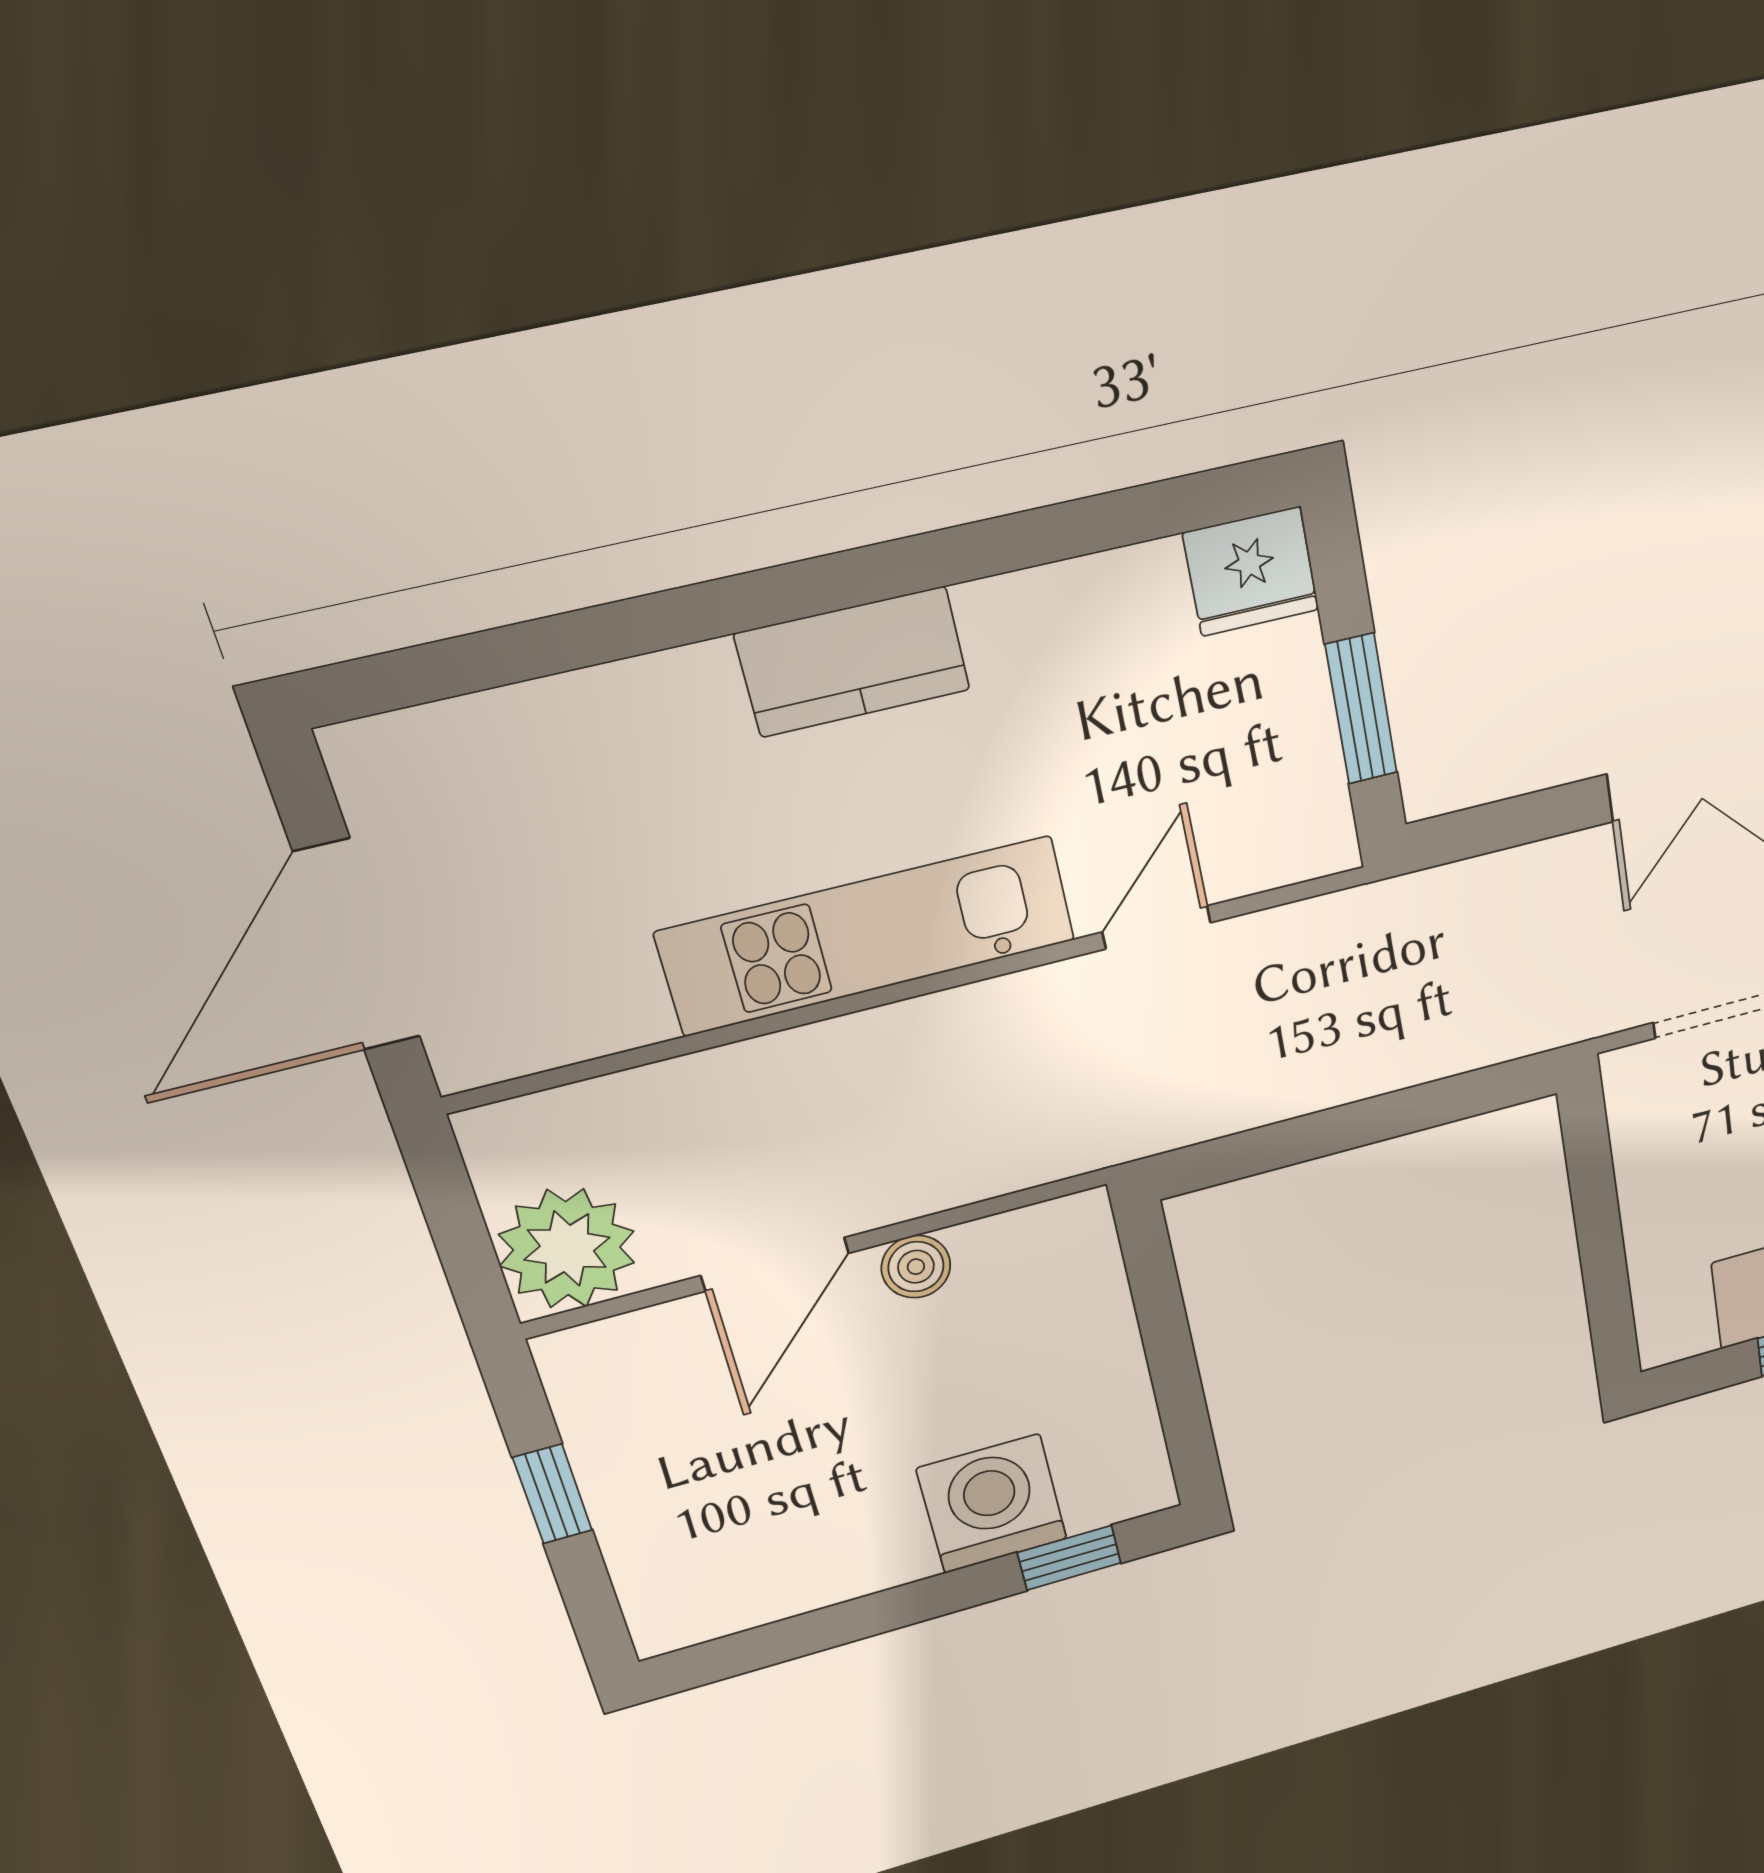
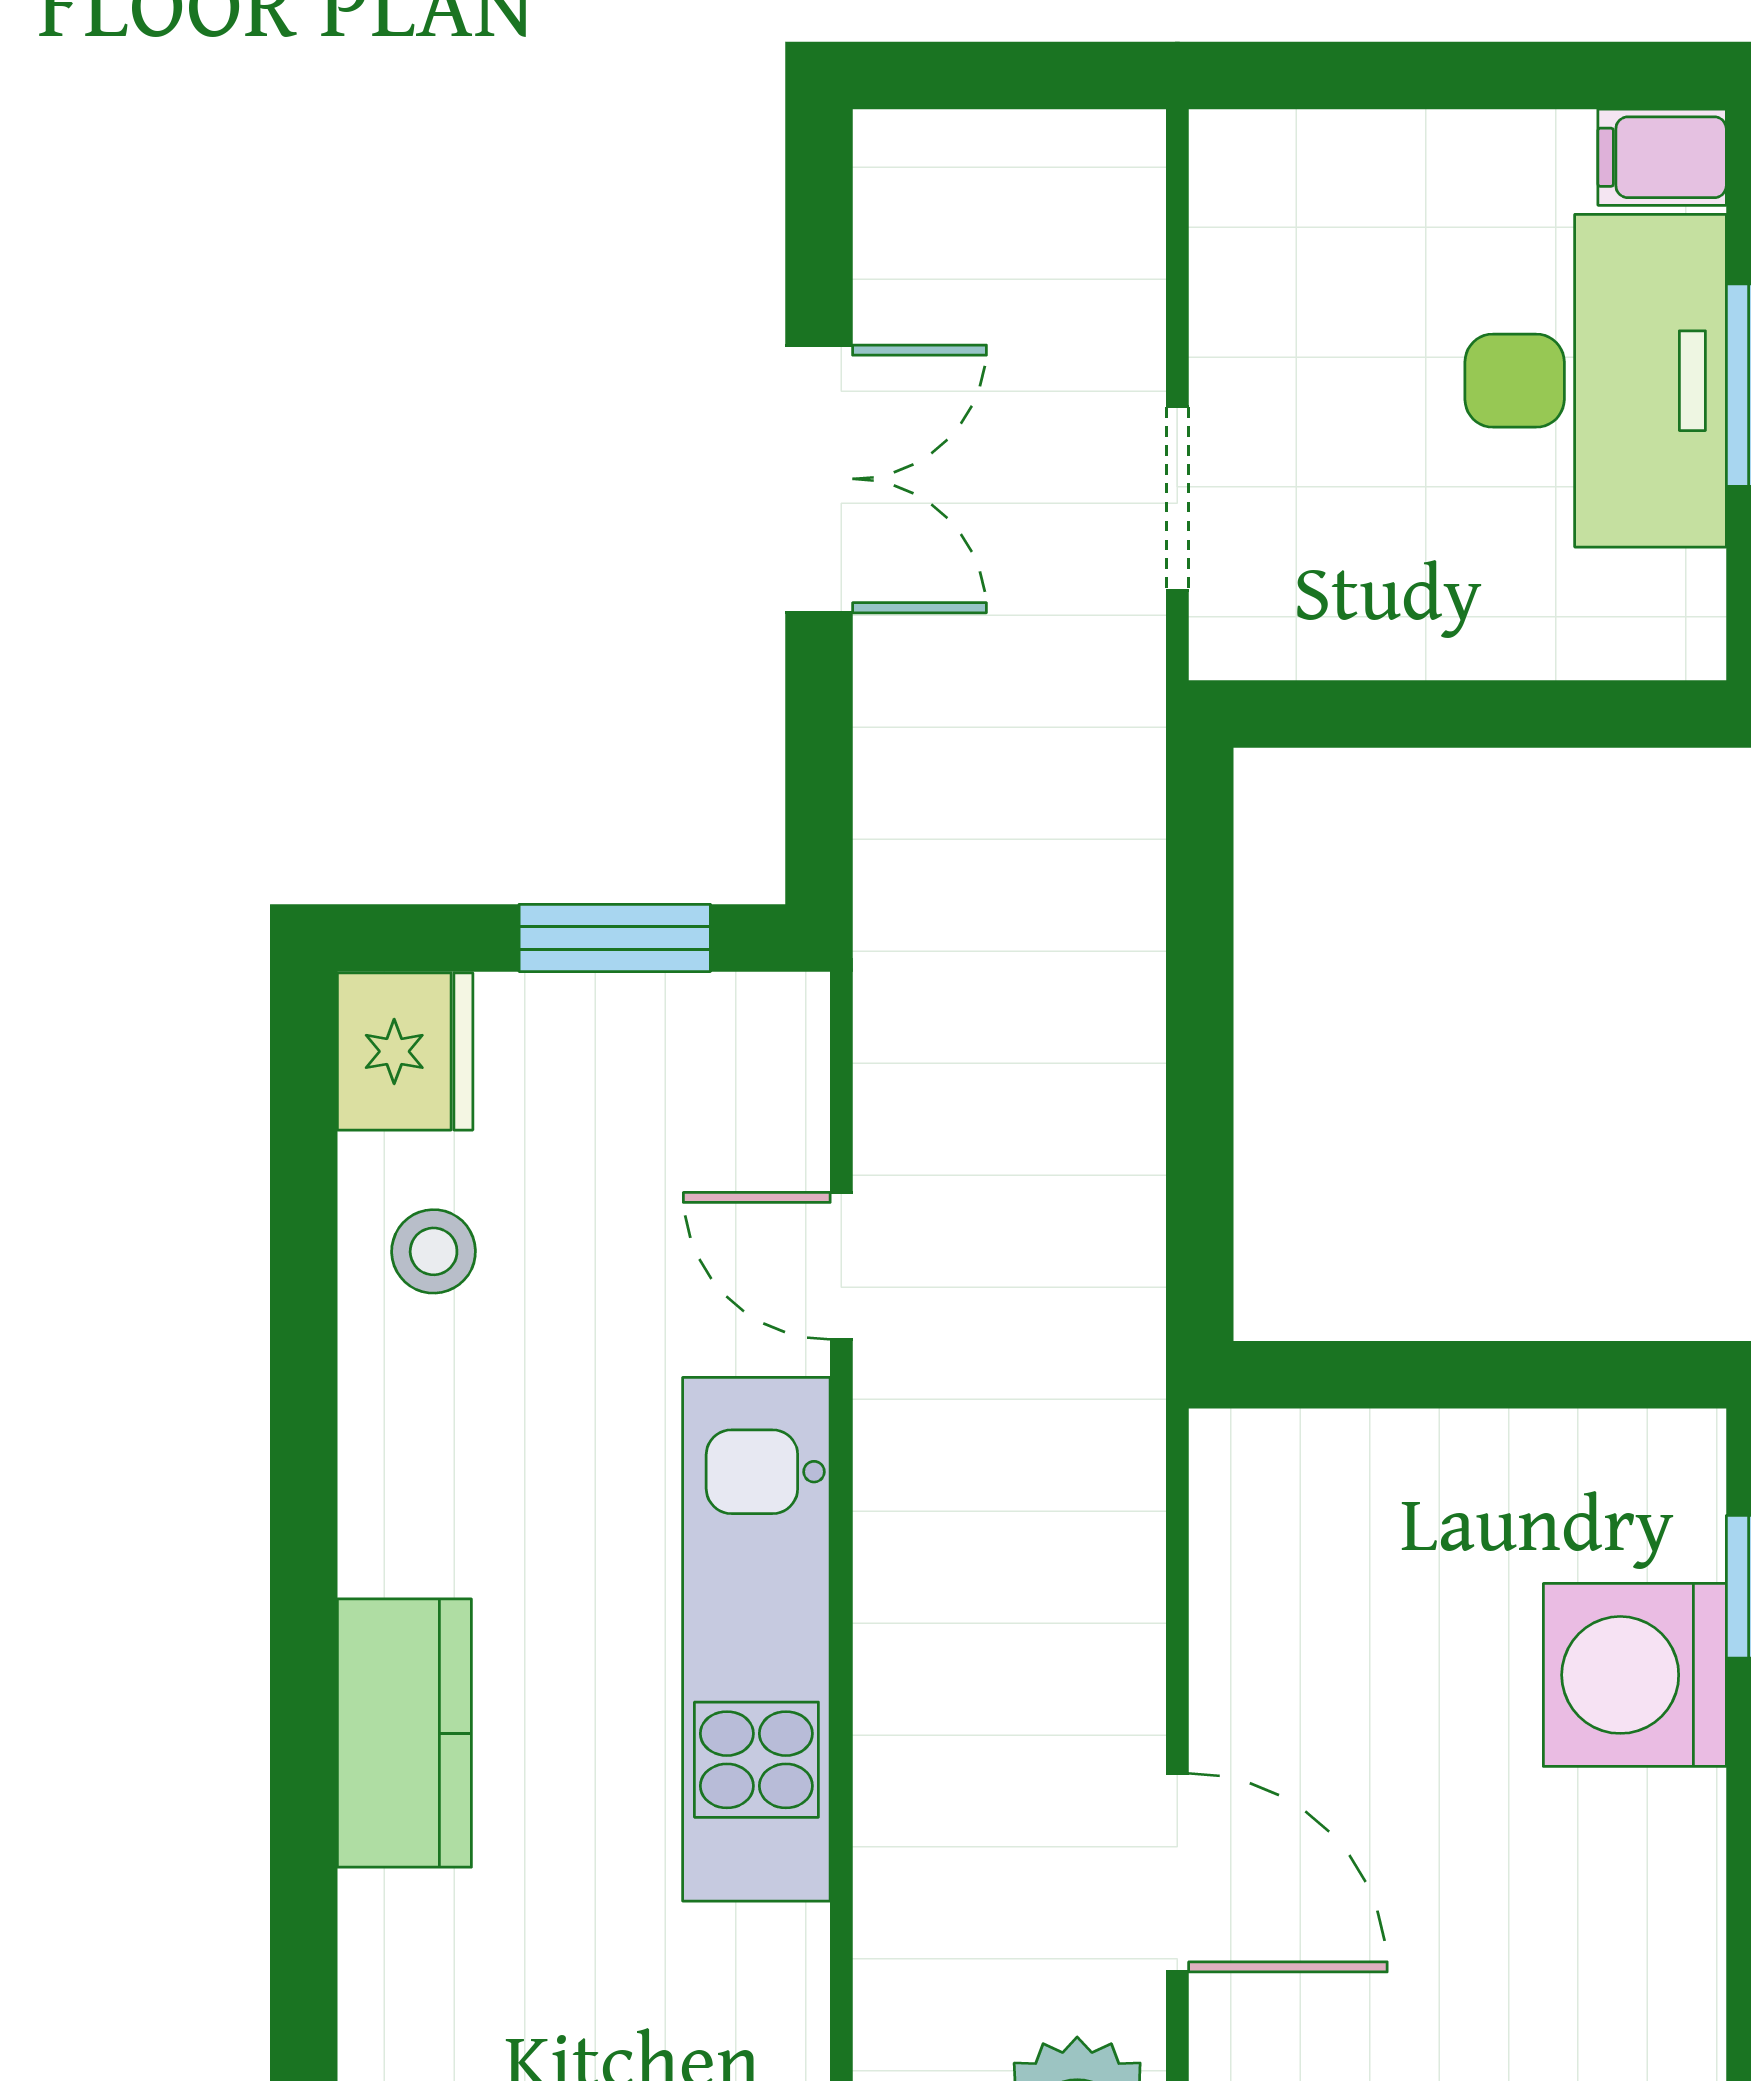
stool: (1105, 628) -> (434, 1251), added
kitchen counter: (853, 662) -> (404, 1733), moved
boiler: (916, 1267) -> (1236, 1691), removed

